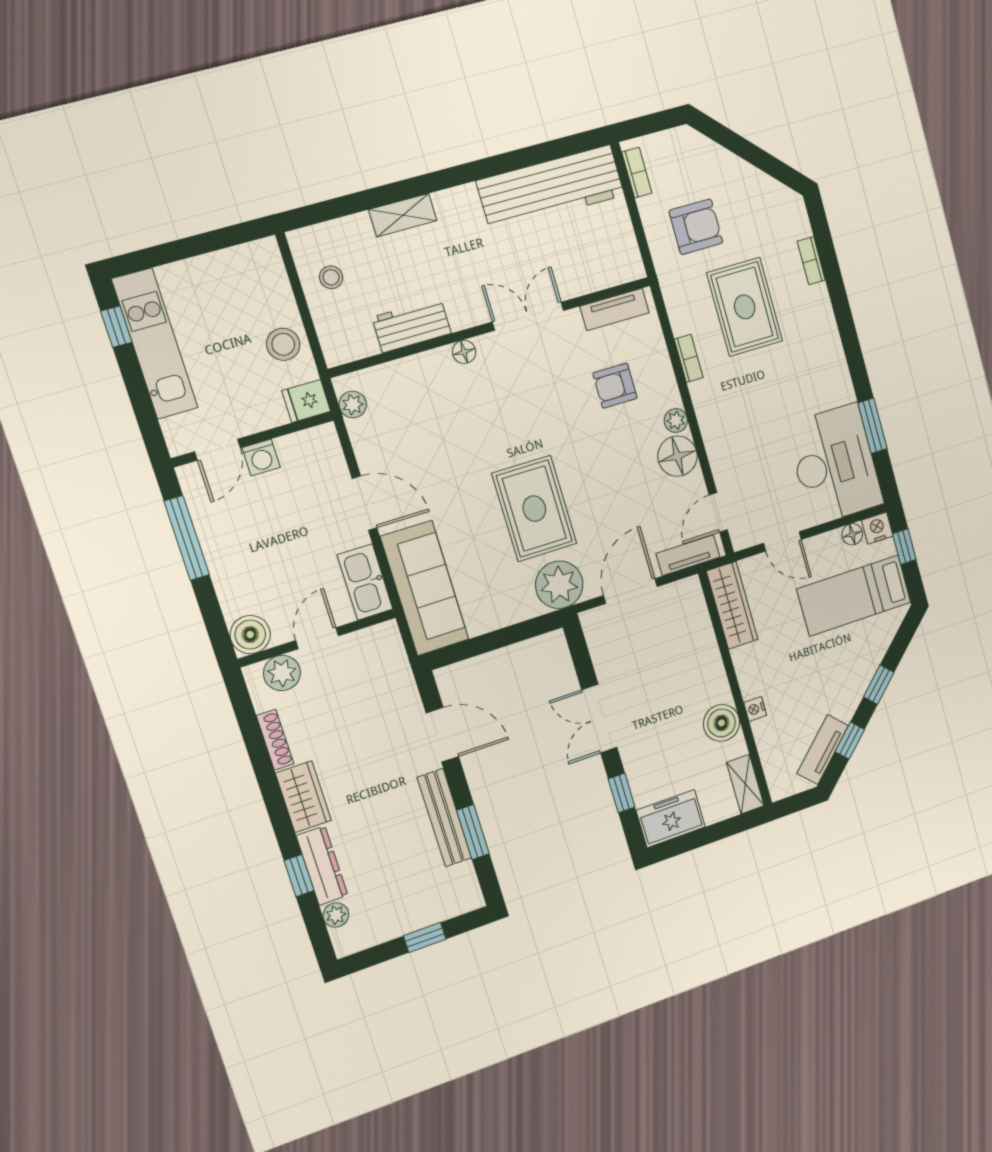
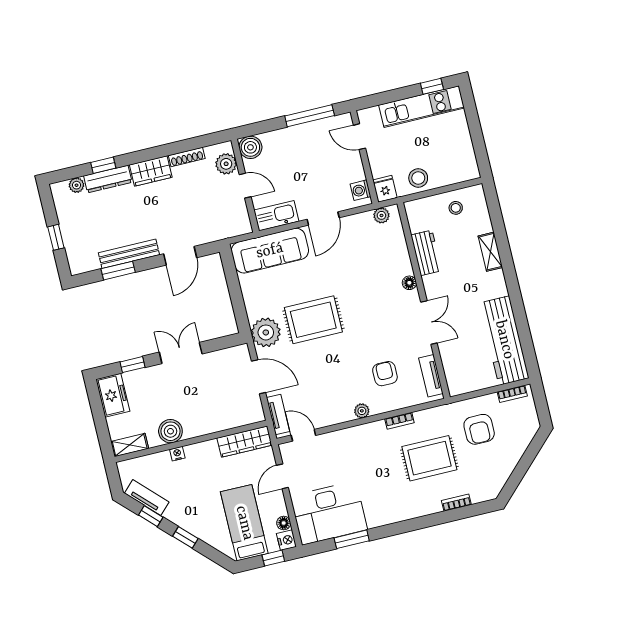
floor lamp: (678, 456) -> (340, 411), removed
washing machine: (261, 458) -> (360, 190), moved

